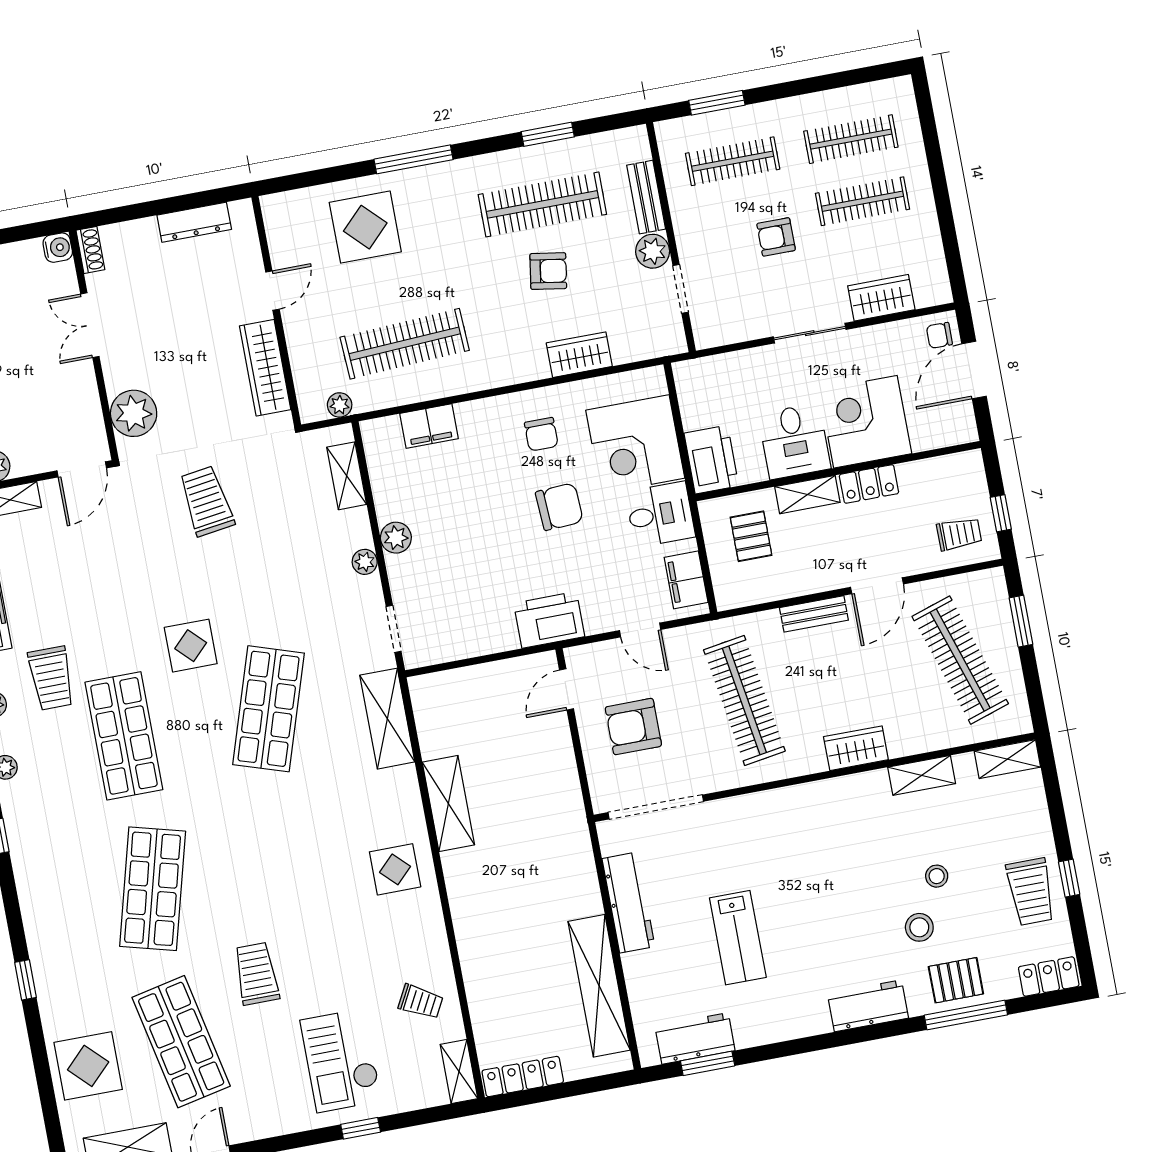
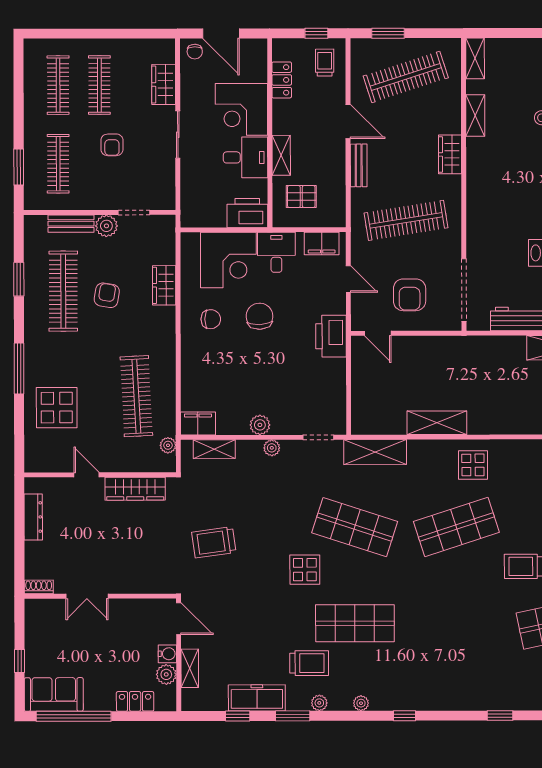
water cooler: (58, 248) -> (167, 654), moved, turned 90
plant: (134, 413) -> (149, 579), removed
filing cabinet: (429, 426) -> (198, 424), moved, turned -90
locker: (869, 484) -> (282, 80), moved
door: (640, 630) -> (348, 279), hinge flipped
shop shelf: (153, 889) -> (456, 527), moved, turned -33

